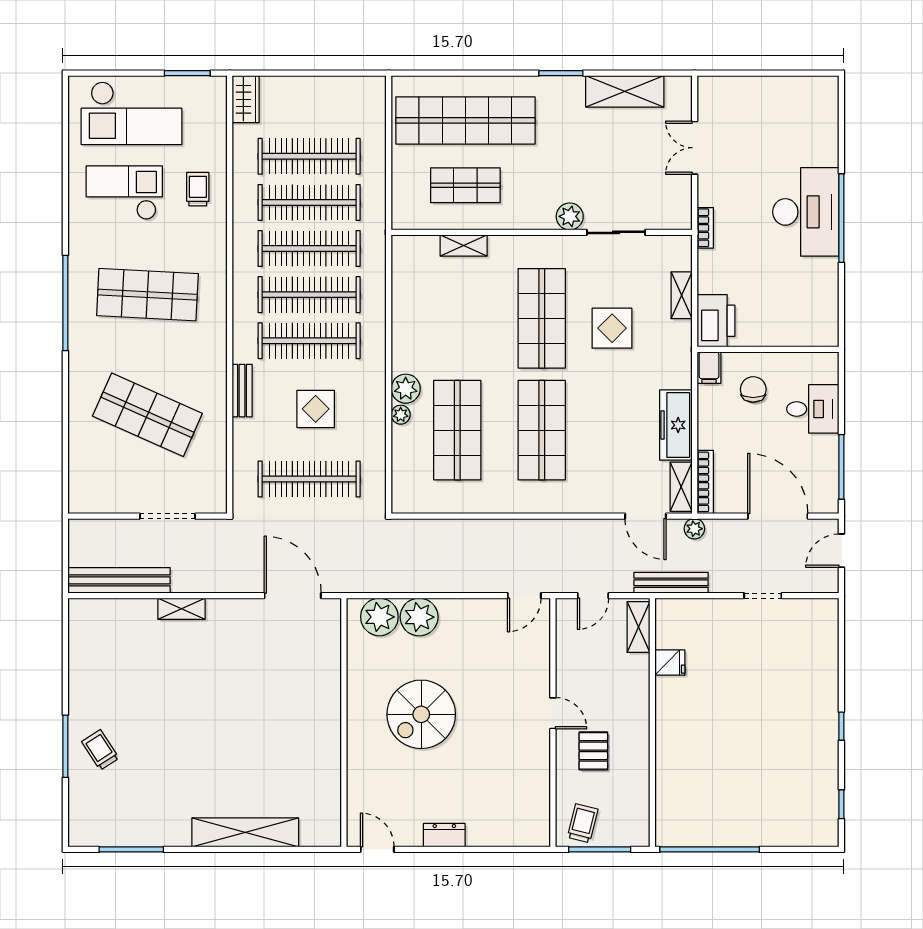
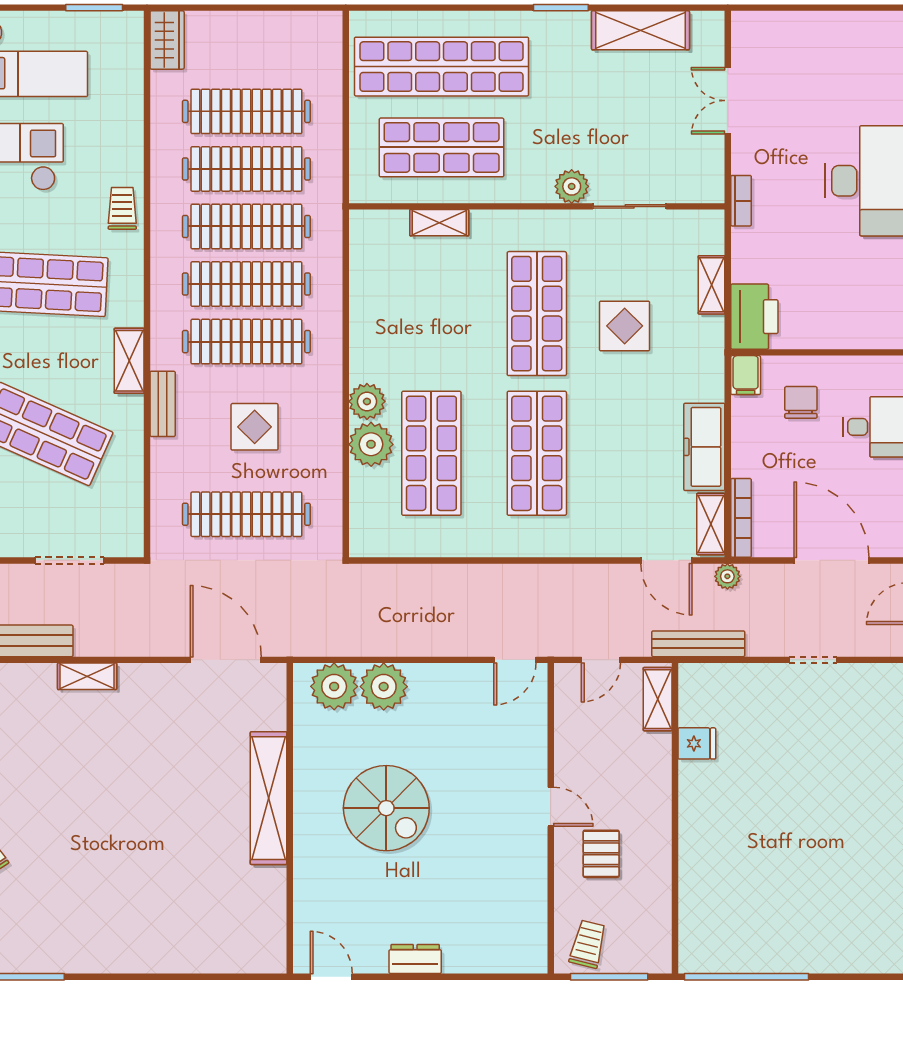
shop shelf: (465, 185) -> (442, 147), width x1.43, depth x1.36
trolley: (198, 189) -> (122, 208), moved
shelving: (215, 356) -> (129, 361), added
plant: (401, 415) -> (371, 444), width x1.88, depth x1.88
spiral stairs: (421, 714) -> (386, 808), turned -90
shelving: (245, 832) -> (269, 798), moved, turned 90

